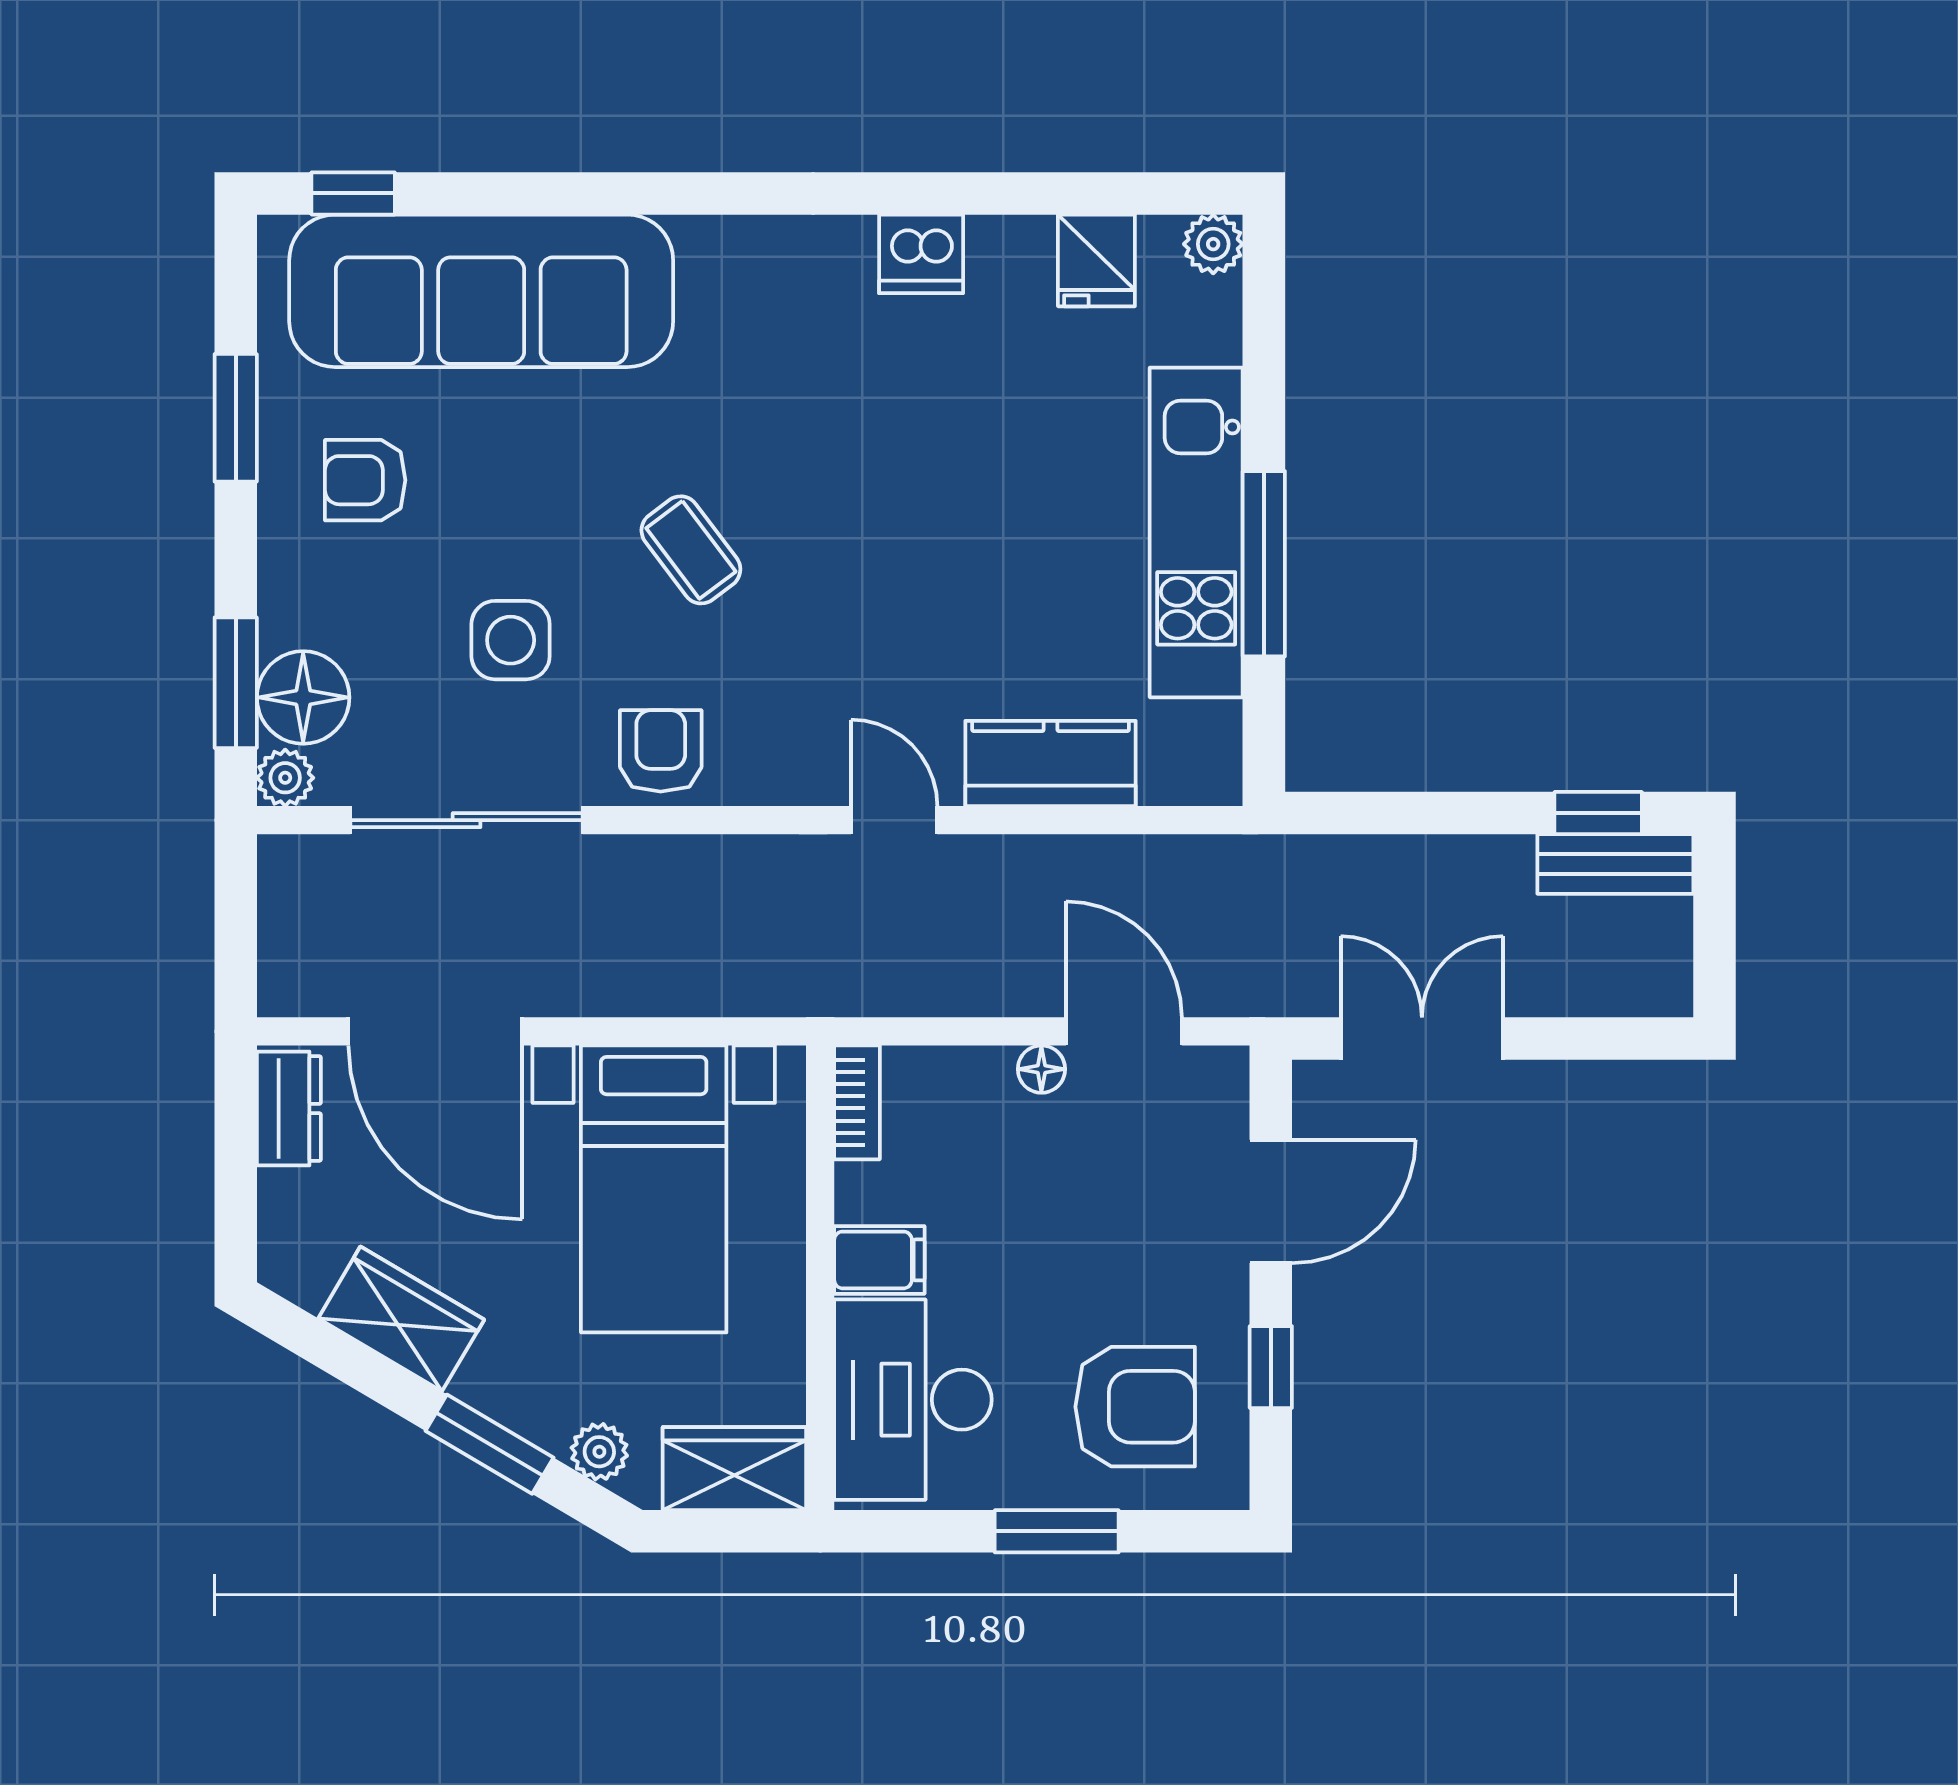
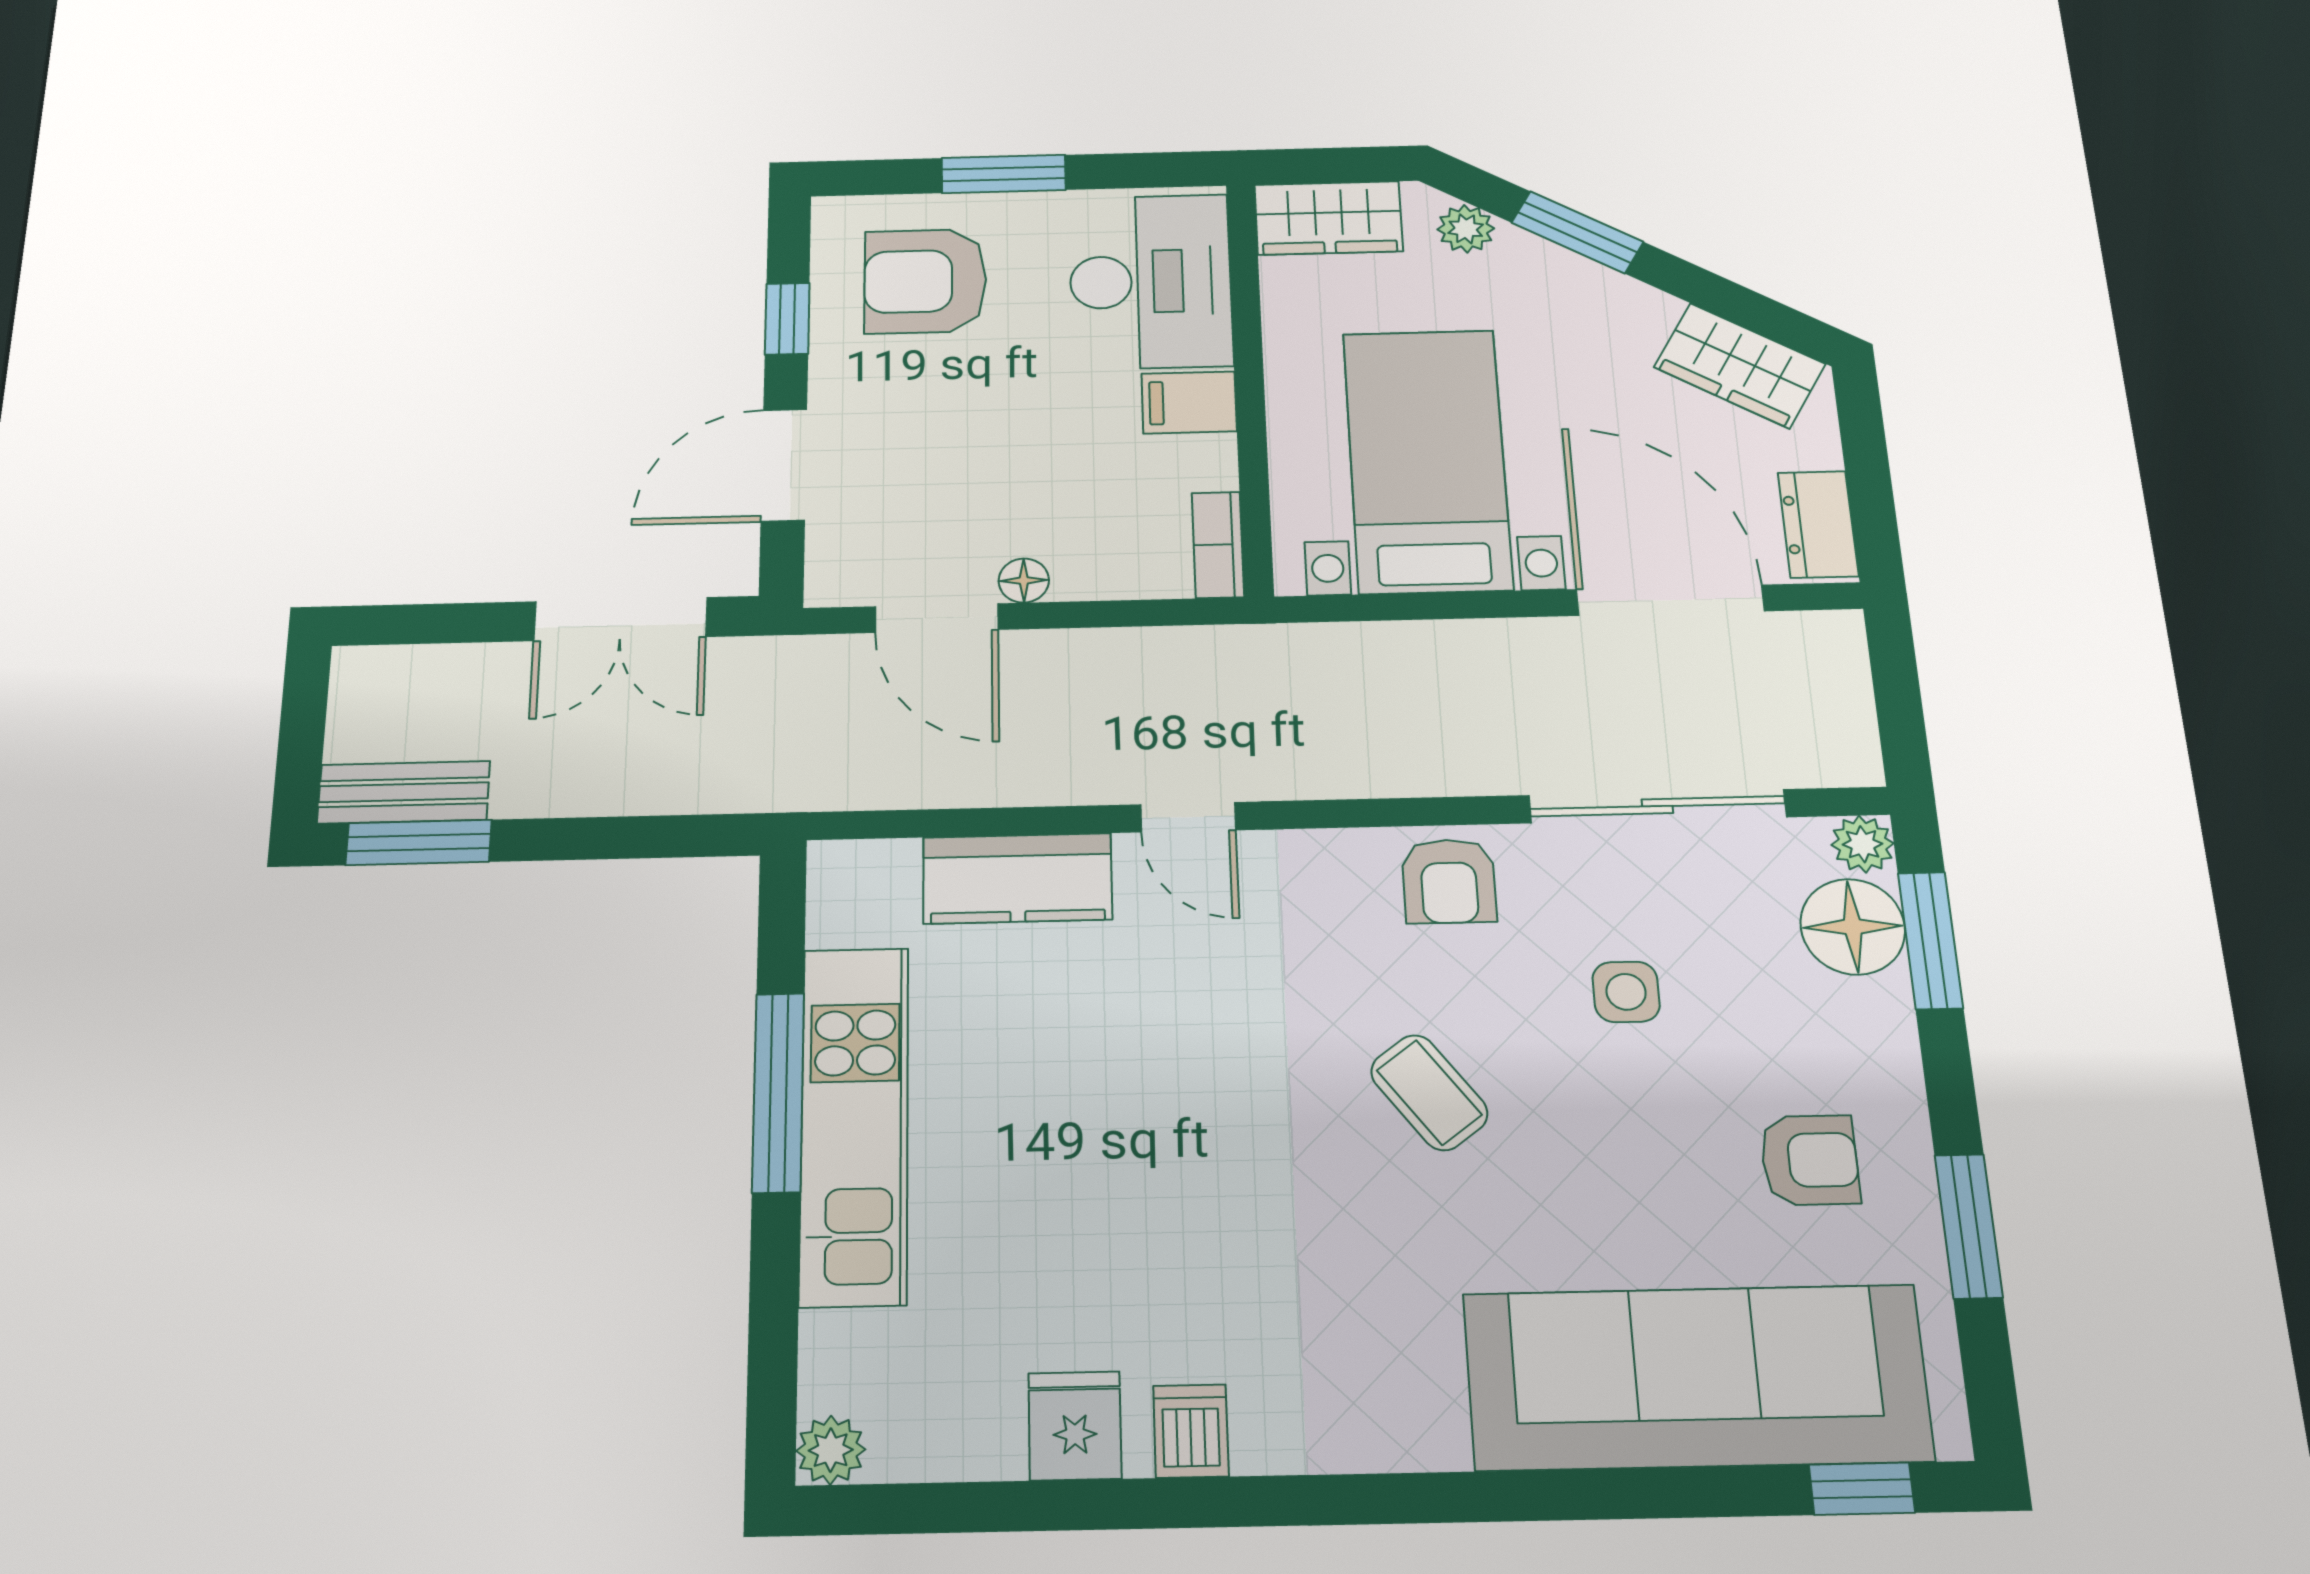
dishwasher: (921, 254) -> (1191, 1431), width x0.73
fridge: (1096, 260) -> (1075, 1426), moved
side table: (511, 640) -> (1626, 992), width x0.73, depth x0.73
window: (1598, 813) -> (419, 842), width x1.50
wardrobe: (401, 1319) -> (1740, 365), moved

